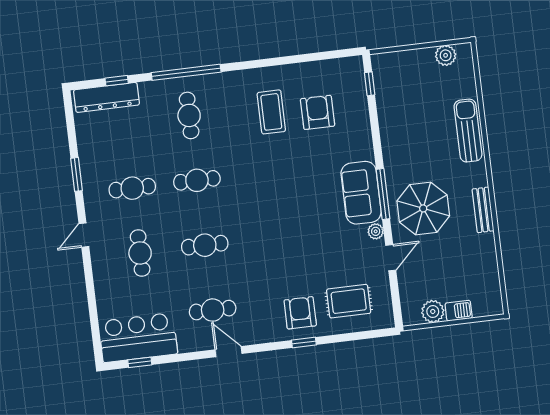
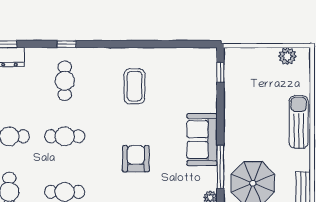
window: (186, 72) -> (67, 44), width x0.32
armchair: (318, 112) -> (136, 159), moved
sofa: (361, 193) -> (202, 140), moved

